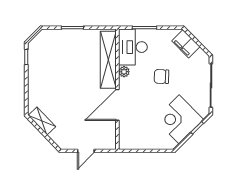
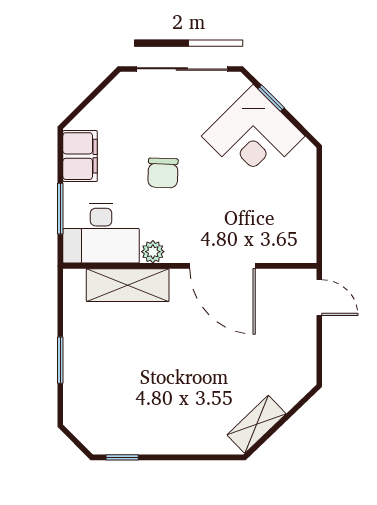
filing cabinet: (186, 44) -> (80, 156), moved, turned -45
shelving: (108, 60) -> (128, 285), width x0.68
door: (86, 151) -> (319, 298), moved

